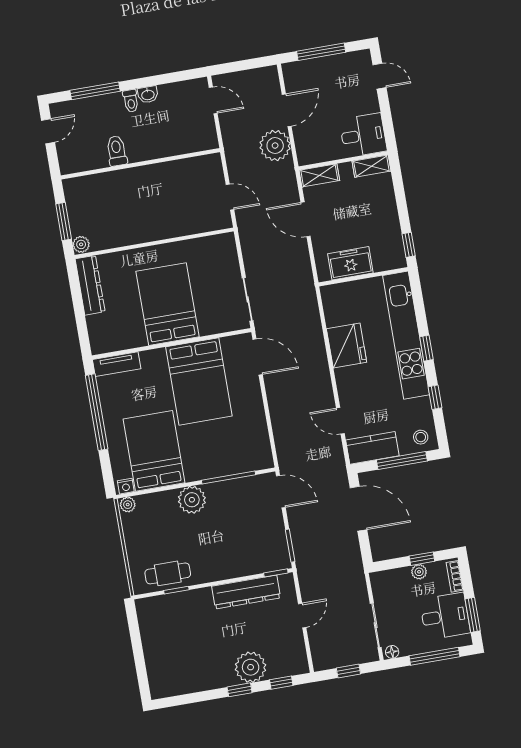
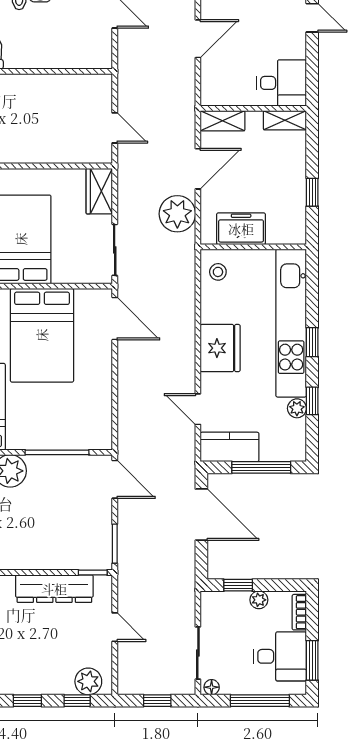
plant: (275, 146) -> (177, 214), moved
door: (306, 219) -> (198, 169), swing flipped
window: (409, 245) -> (312, 192), moved
wardrobe: (226, 252) -> (99, 191), added
fridge: (347, 346) -> (220, 348), moved
plant: (423, 406) -> (297, 408), added
stool: (421, 437) -> (218, 272), moved
window: (422, 559) -> (238, 585), moved
door: (302, 616) -> (115, 627), hinge flipped
plant: (251, 667) -> (88, 681), moved, width x0.73, depth x0.73

